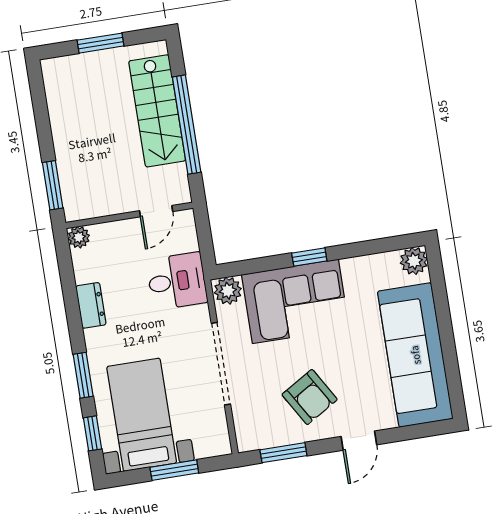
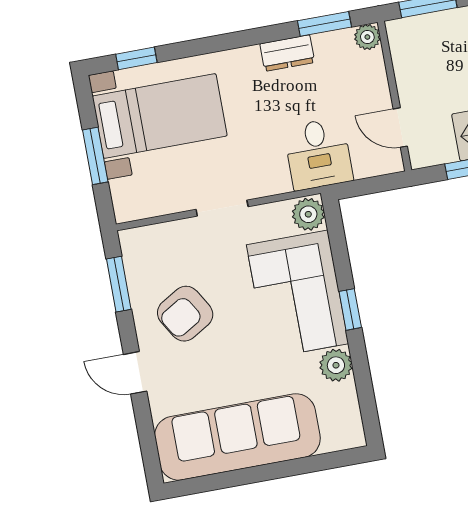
plant: (414, 261) -> (336, 365), moved
doorway: (221, 364) -> (222, 208), width x0.53
window: (83, 375) -> (324, 24), moved

